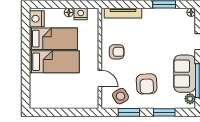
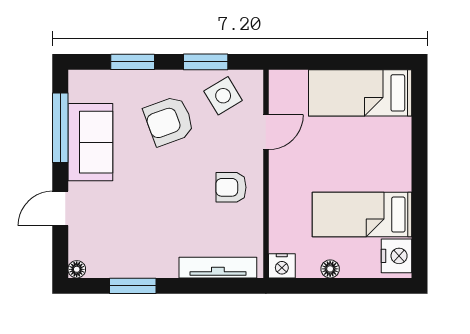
nightstand: (81, 14) -> (282, 266), moved
bed: (54, 62) -> (360, 93), moved
door: (100, 79) -> (266, 132), swing flipped
armchair: (147, 84) -> (169, 121), turned -107
plant: (190, 99) -> (79, 90), removed

